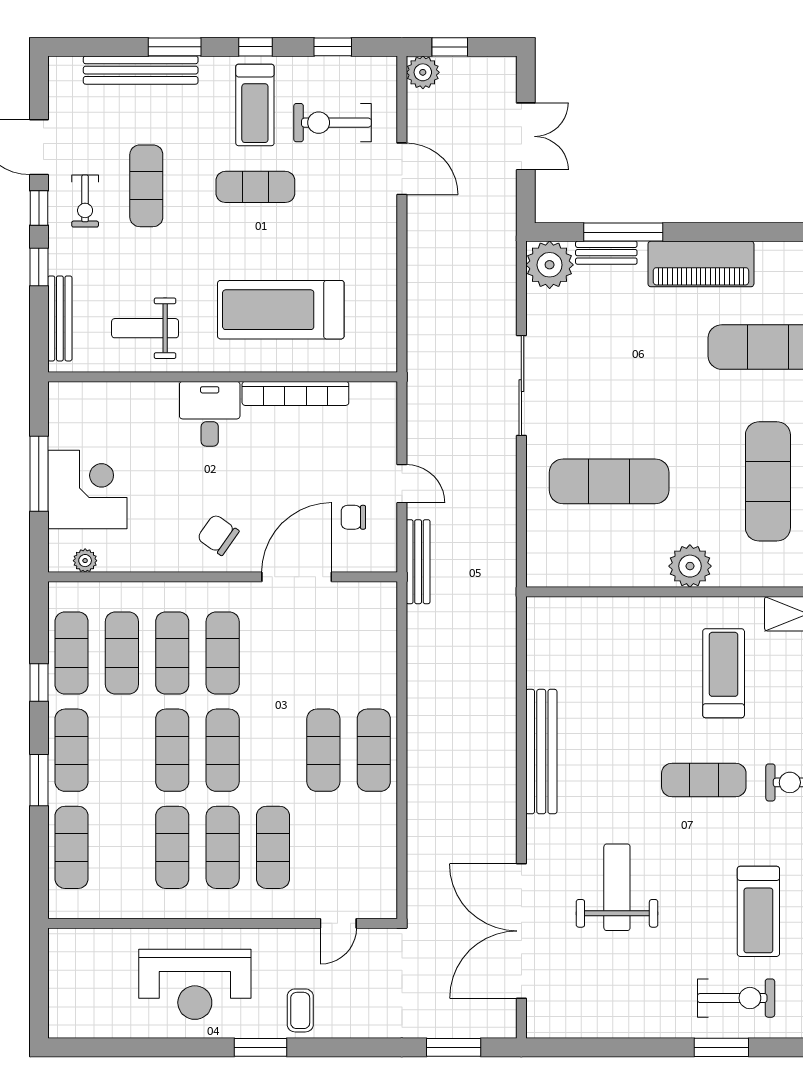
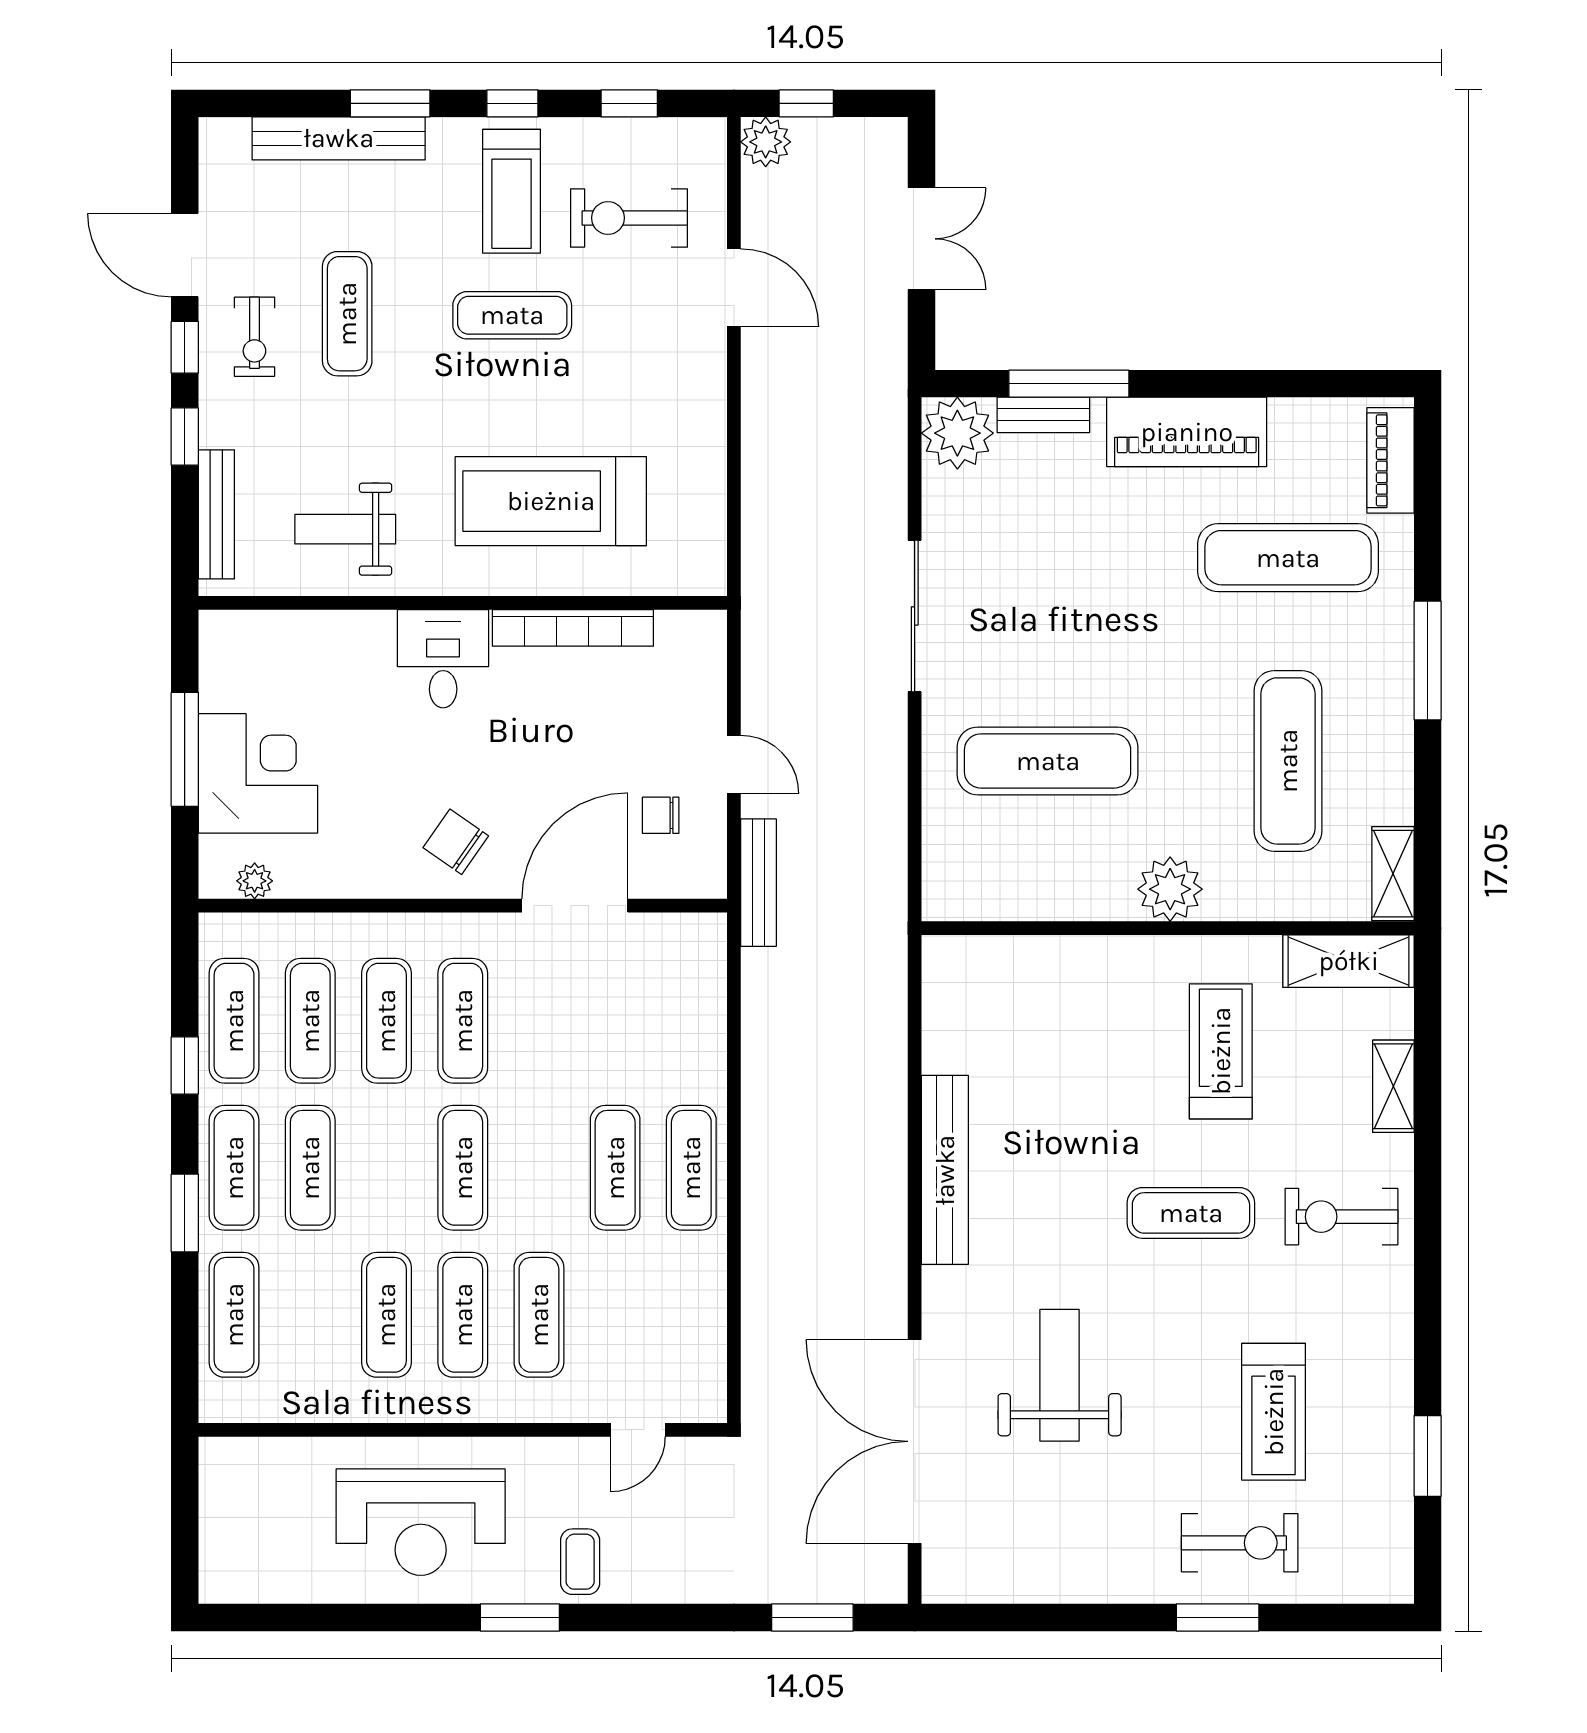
exercise mat: (172, 750) -> (310, 1168), moved

